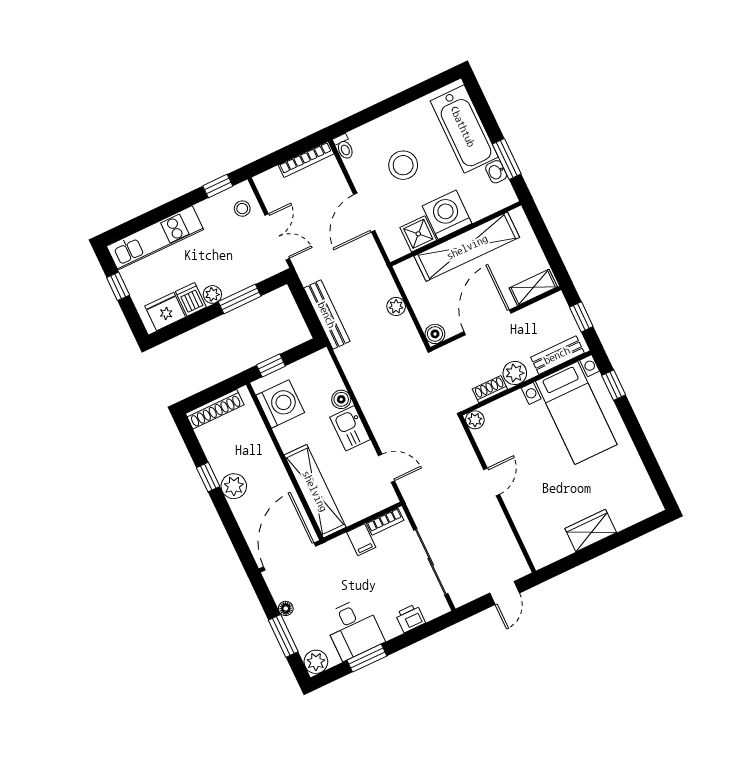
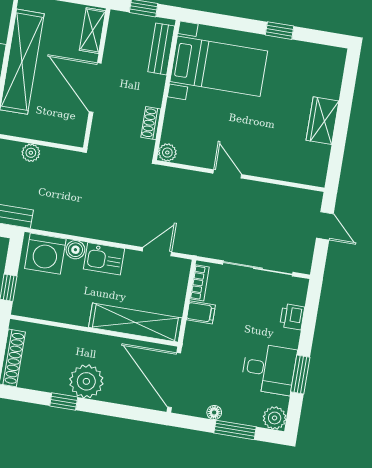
boiler: (435, 334) -> (75, 137), removed
plant: (515, 373) -> (152, 94), removed
window: (614, 385) -> (280, 31), moved
washing machine: (280, 404) -> (45, 254), moved, turned 180
plant: (234, 486) -> (86, 381), width x1.36, depth x1.36

